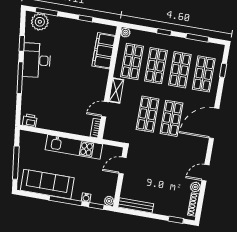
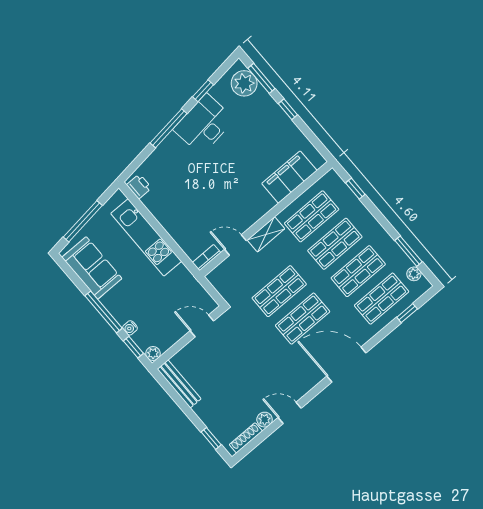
window: (86, 18) -> (288, 109), moved
window: (164, 32) -> (355, 189), moved
plant: (125, 33) -> (414, 274), moved
kitchen unit: (74, 147) -> (146, 237), moved
sofa: (47, 184) -> (92, 268), width x0.73

